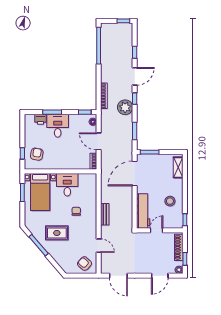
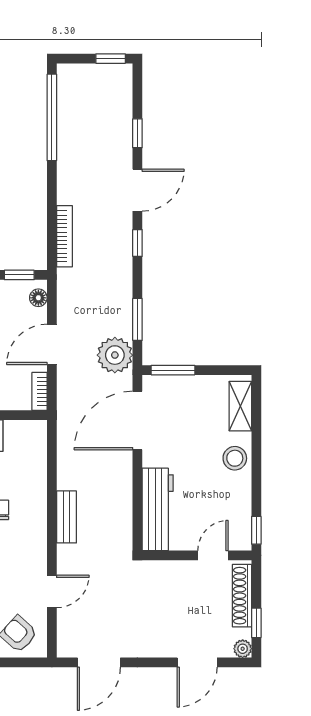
plant: (125, 107) -> (115, 355), moved
door: (99, 141) -> (52, 344), hinge flipped
stool: (170, 201) -> (235, 458), moved
door: (156, 230) -> (213, 555), moved
door: (99, 246) -> (52, 591), hinge flipped
door: (118, 276) -> (99, 662), hinge flipped

